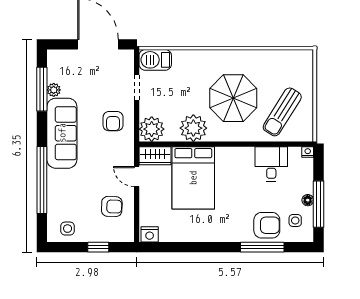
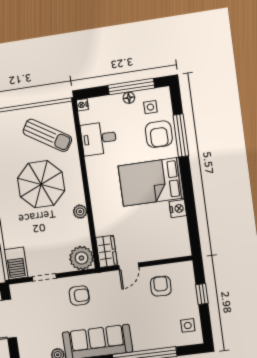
plant: (193, 128) -> (80, 212), width x0.53, depth x0.53
bed: (193, 178) -> (151, 182), moved, turned 180
armchair: (267, 225) -> (159, 134), turned 180
nightstand: (150, 234) -> (178, 209), moved

